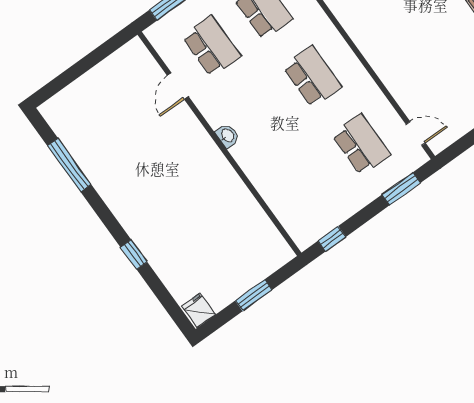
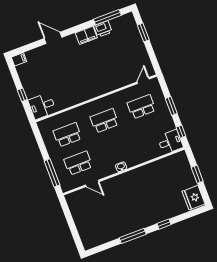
window: (69, 165) -> (133, 236), moved
window: (401, 189) -> (171, 106), moved
desk: (305, 222) -> (170, 142), added
fridge: (199, 310) -> (194, 198), width x1.88, depth x1.34

